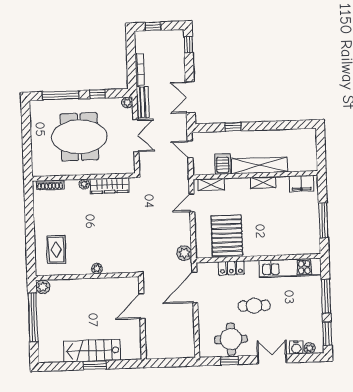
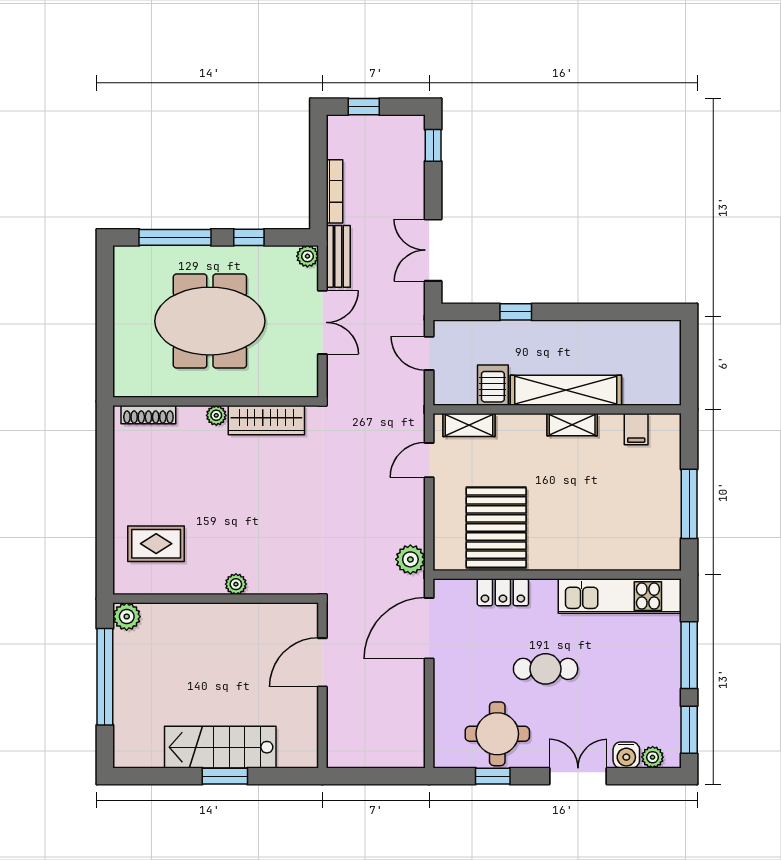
filing cabinet: (301, 183) -> (636, 429), width x0.50
rug: (56, 250) -> (156, 544), turned 90

